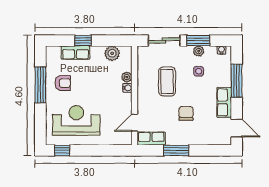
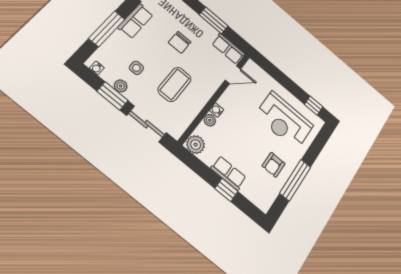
row of seats: (76, 53) -> (229, 173), moved
plant: (112, 53) -> (196, 145), moved
armchair: (63, 83) -> (274, 165), turned -90

